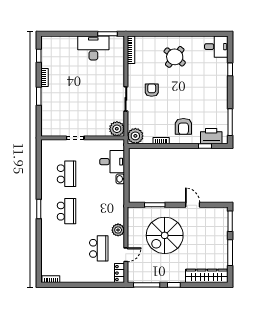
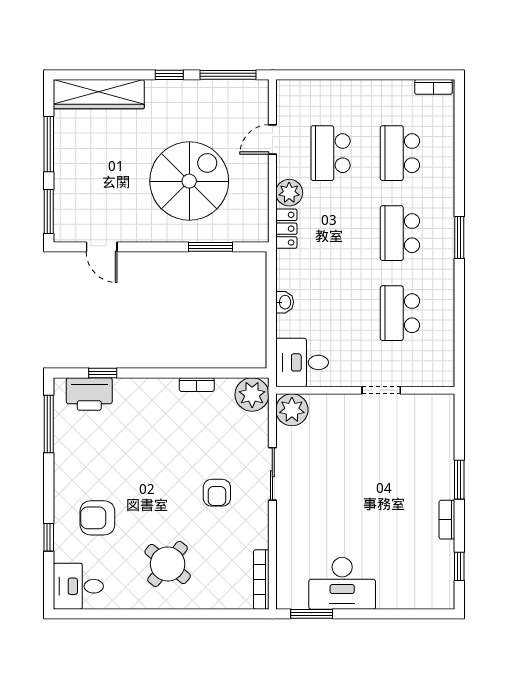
armchair: (183, 126) -> (97, 518), moved, turned -90
desk: (112, 162) -> (302, 362), moved
door: (193, 205) -> (102, 247), moved
school desk: (66, 248) -> (400, 153), added
locker: (119, 273) -> (286, 229), moved

